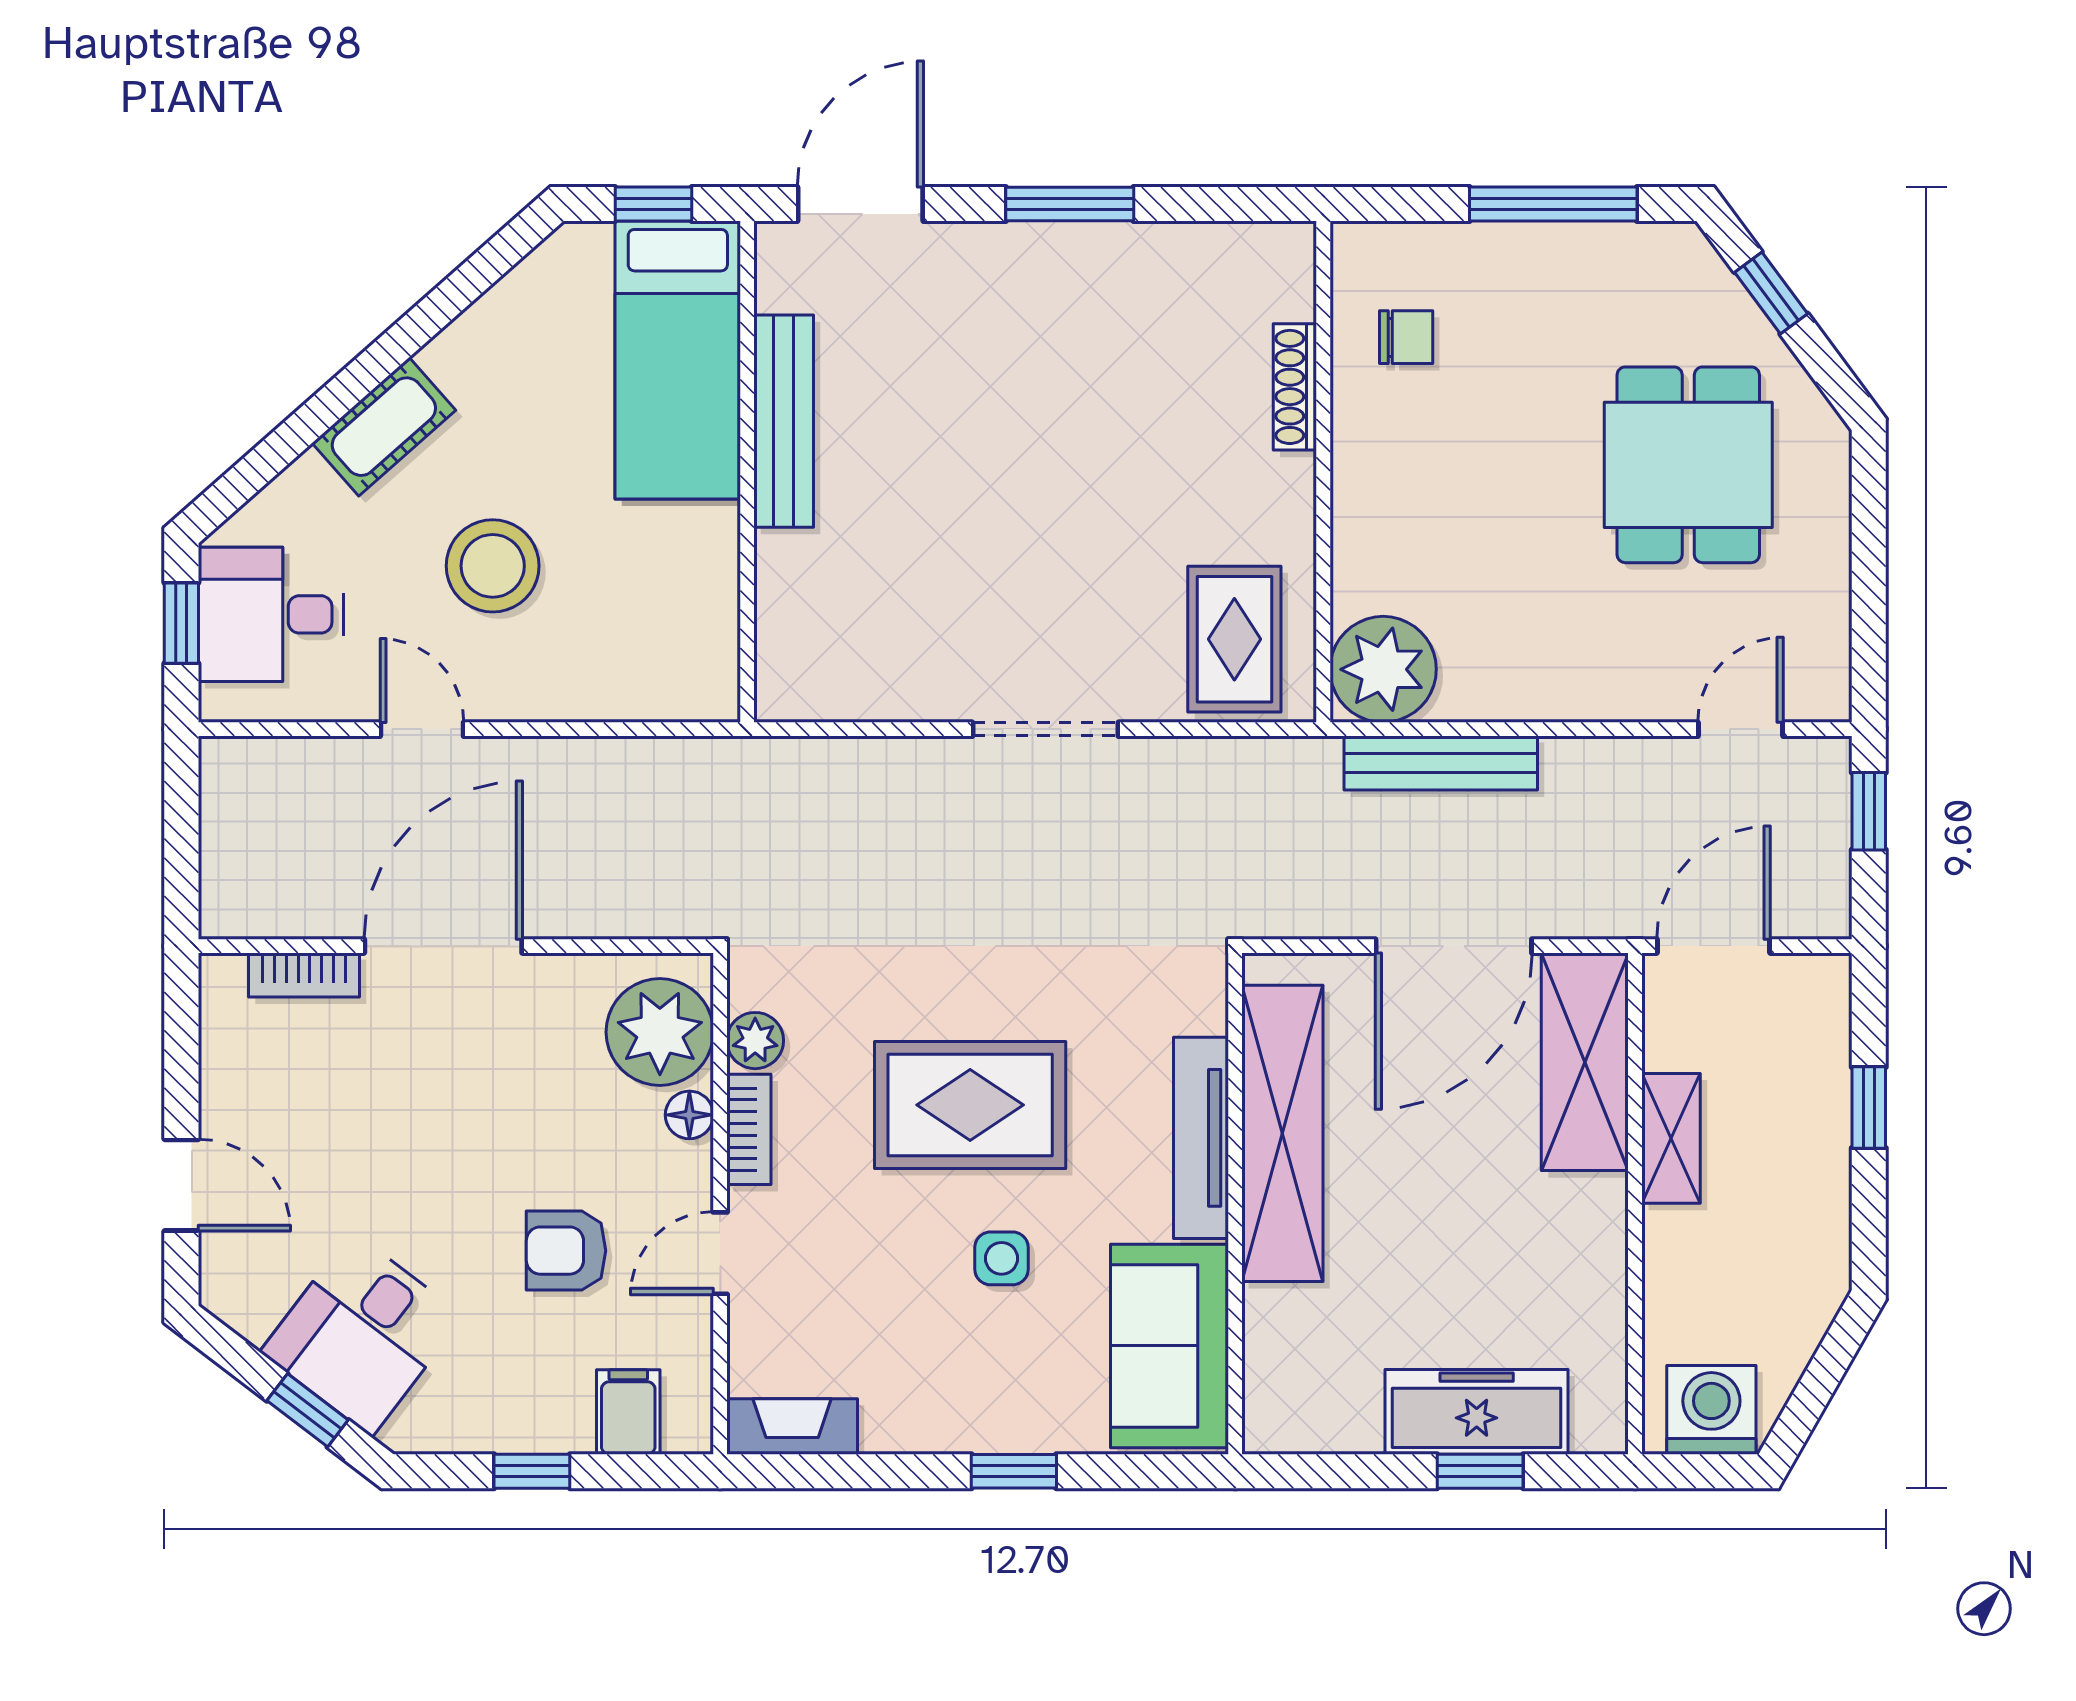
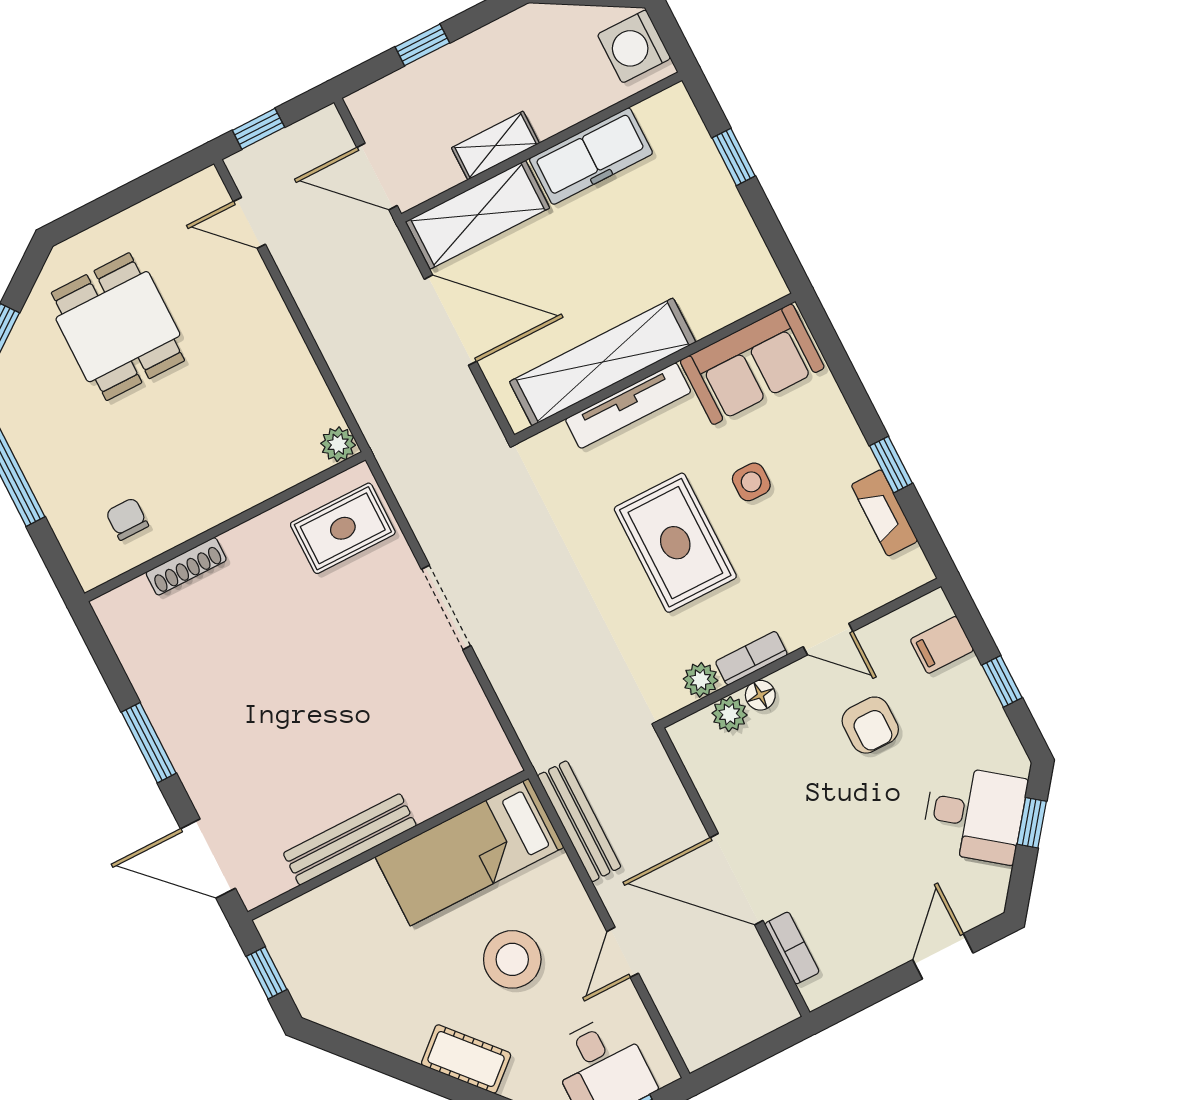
bed: (678, 360) -> (469, 852), moved, turned 180
dining table: (1688, 465) -> (118, 327), turned 90
plant: (1383, 669) -> (338, 444), width x0.53, depth x0.53
bench: (1441, 763) -> (579, 821), moved
plant: (660, 1032) -> (730, 714), width x0.53, depth x0.53
freezer: (1477, 1412) -> (591, 156), moved, turned -90
fireplace: (792, 1426) -> (884, 513), moved
window: (1014, 1471) -> (891, 465), moved

